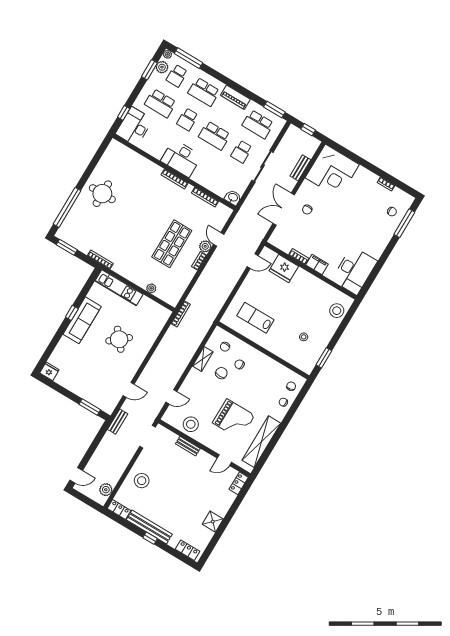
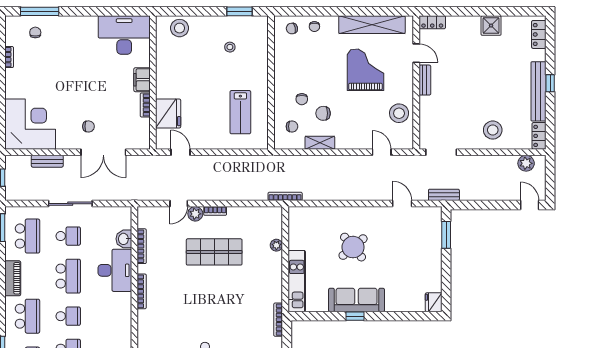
desk: (181, 158) -> (115, 270), moved
washbasin: (233, 198) -> (124, 239), moved
bench: (188, 446) -> (425, 80), moved

